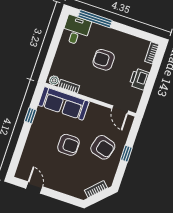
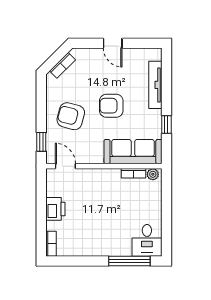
armchair: (104, 60) -> (104, 217), removed
tv unit: (29, 149) -> (155, 85), added
window: (126, 154) -> (41, 142), moved
door: (34, 188) -> (113, 43), moved

